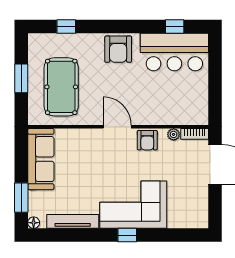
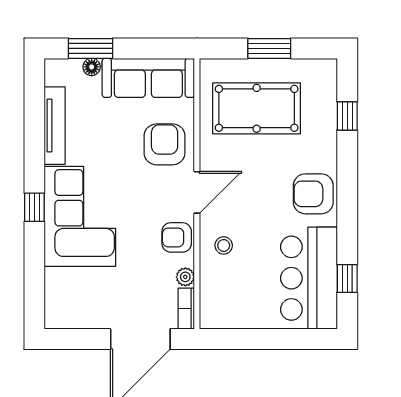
stool: (153, 109) -> (224, 245), added
armchair: (85, 148) -> (165, 144), added
floor lamp: (34, 223) -> (92, 67), moved

